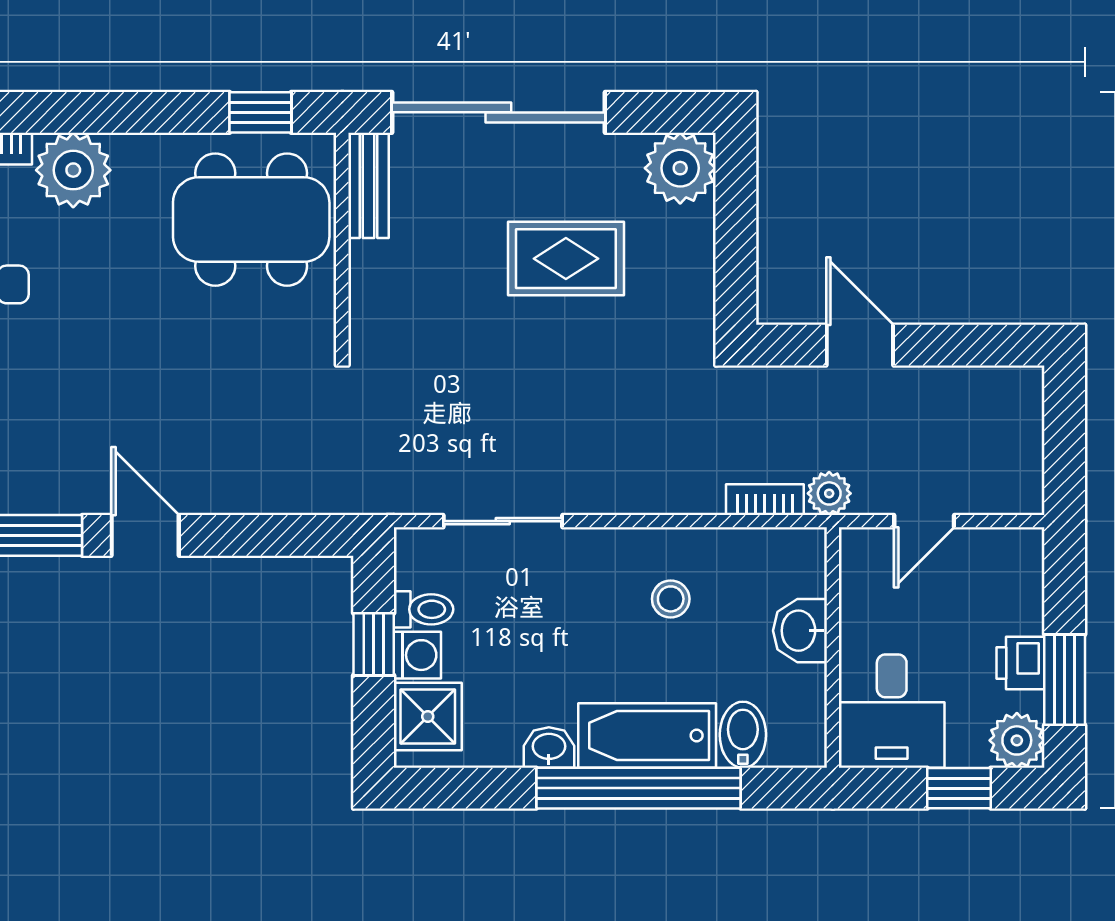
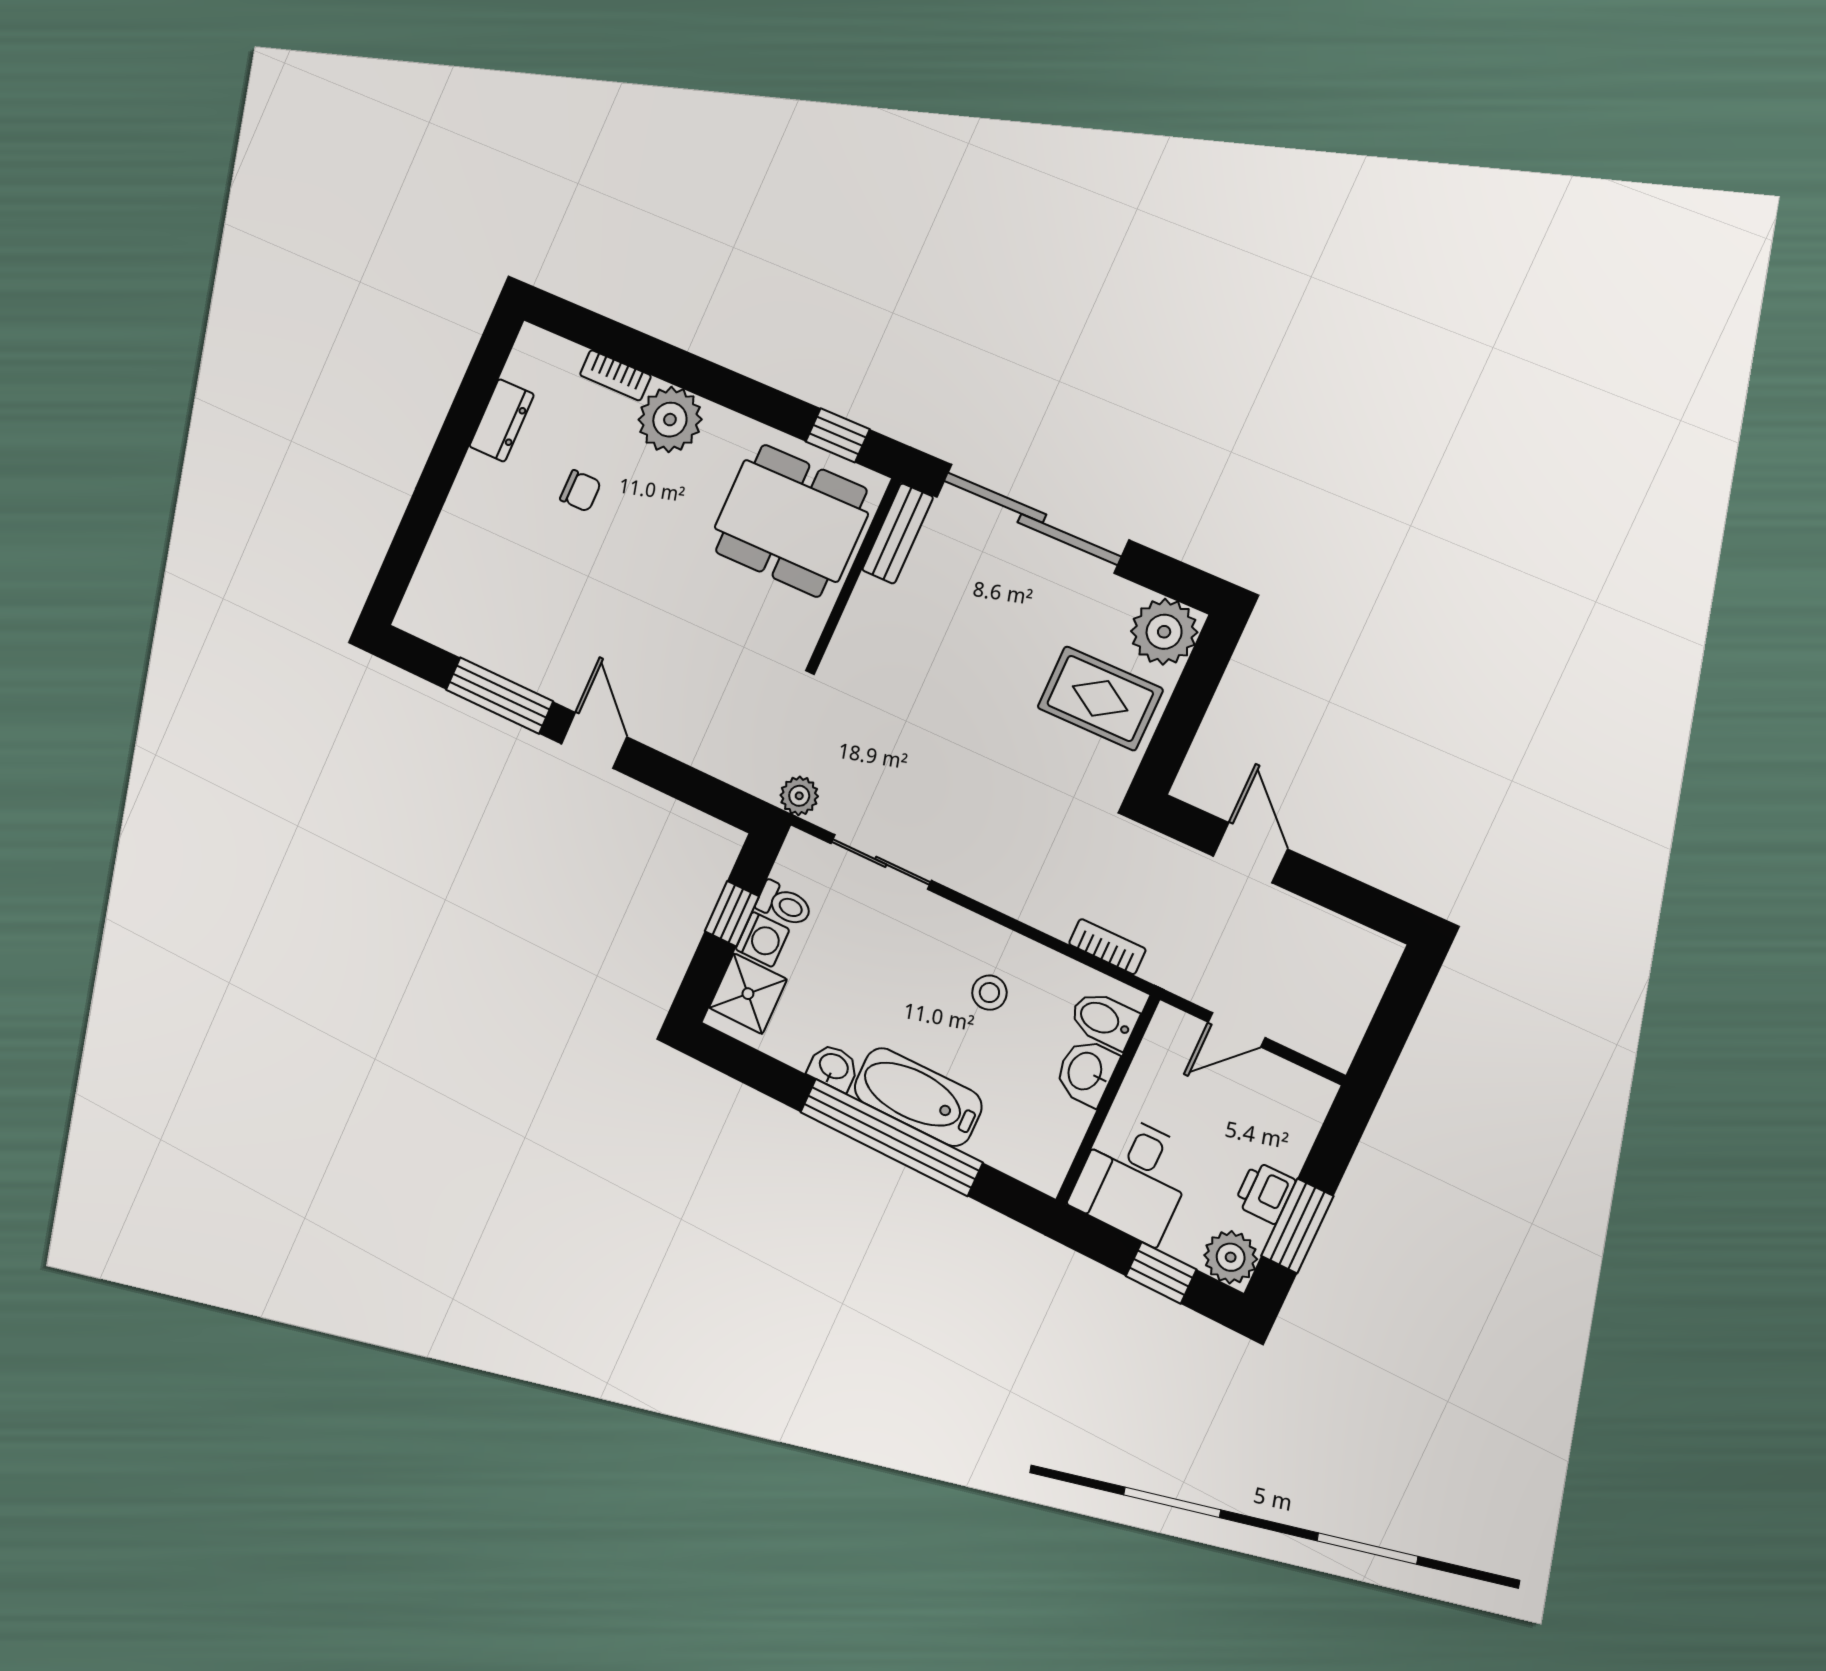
rug: (566, 259) -> (1100, 698), moved
plant: (829, 493) -> (799, 796), moved
bidet: (743, 735) -> (1104, 1020), moved, turned -90

